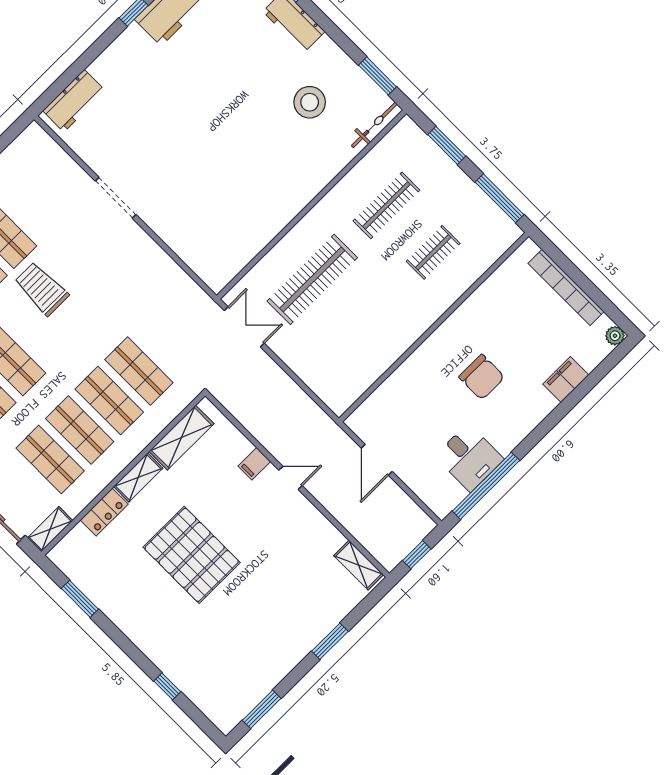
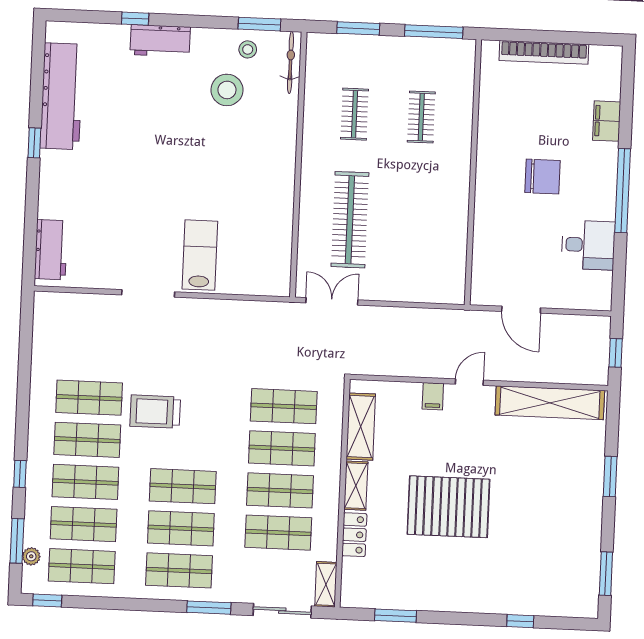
stool: (352, 87) -> (248, 49), added
lab bench: (179, 204) -> (200, 255), added
clothes rail: (386, 205) -> (355, 114), width x0.73
plant: (615, 336) -> (613, 55), removed
window: (486, 486) -> (623, 191), moved
shelving: (359, 565) -> (550, 403), width x2.20, depth x1.33

